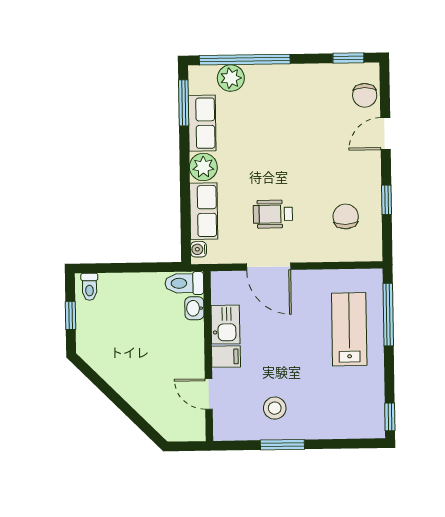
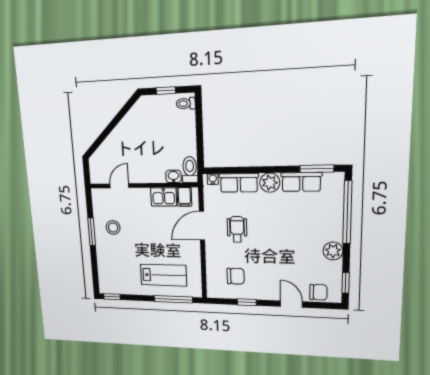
plant: (231, 78) -> (333, 251), moved
chair: (365, 95) -> (318, 292), turned 180
filing cabinet: (226, 357) -> (184, 197), moved

